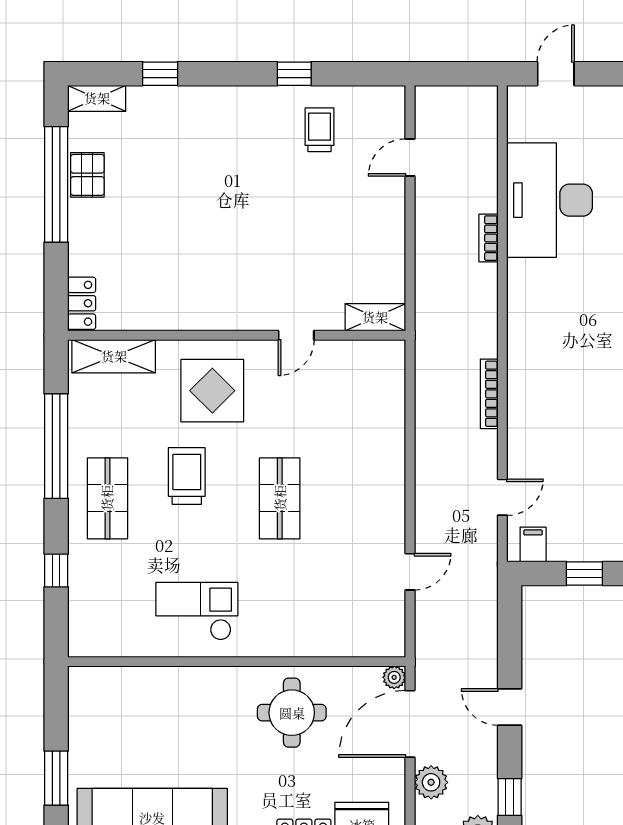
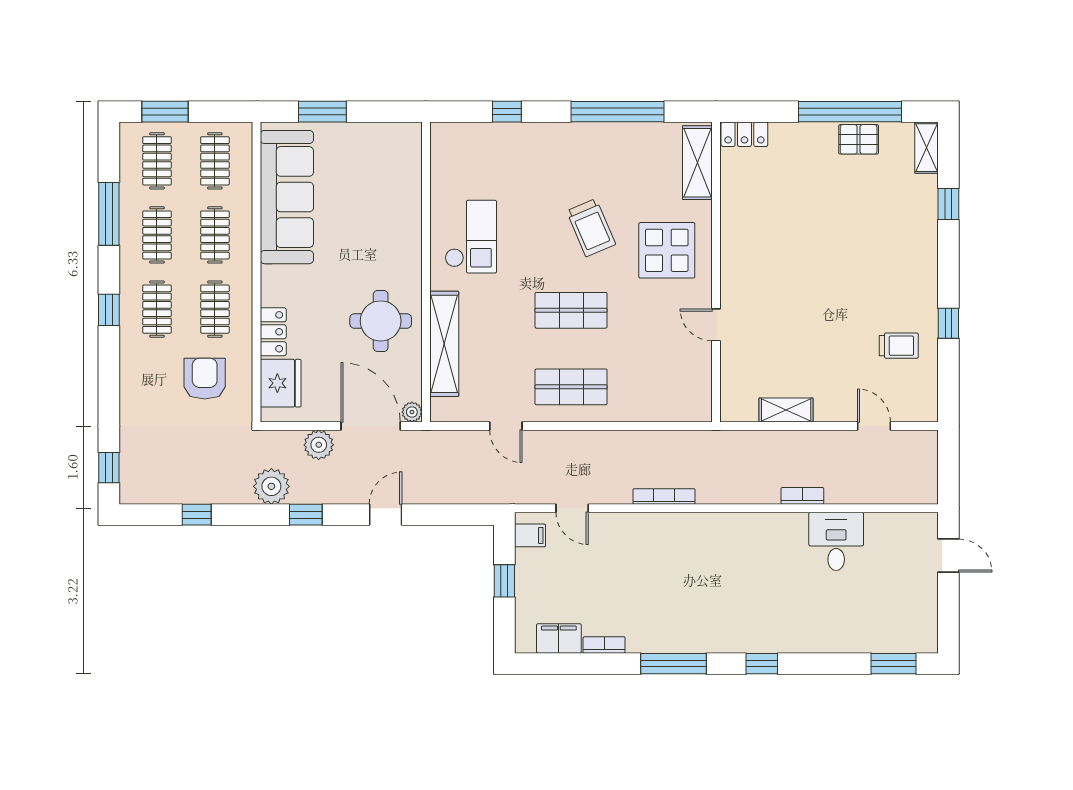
desk: (550, 200) -> (836, 541), width x0.53, depth x0.77
shelving: (375, 317) -> (786, 410), moved, turned 90
trolley: (187, 476) -> (591, 228), turned 67
shop shelf: (107, 498) -> (571, 387), moved
shelving: (317, 641) -> (444, 344), added

